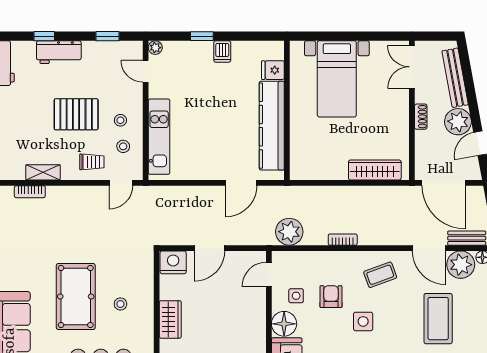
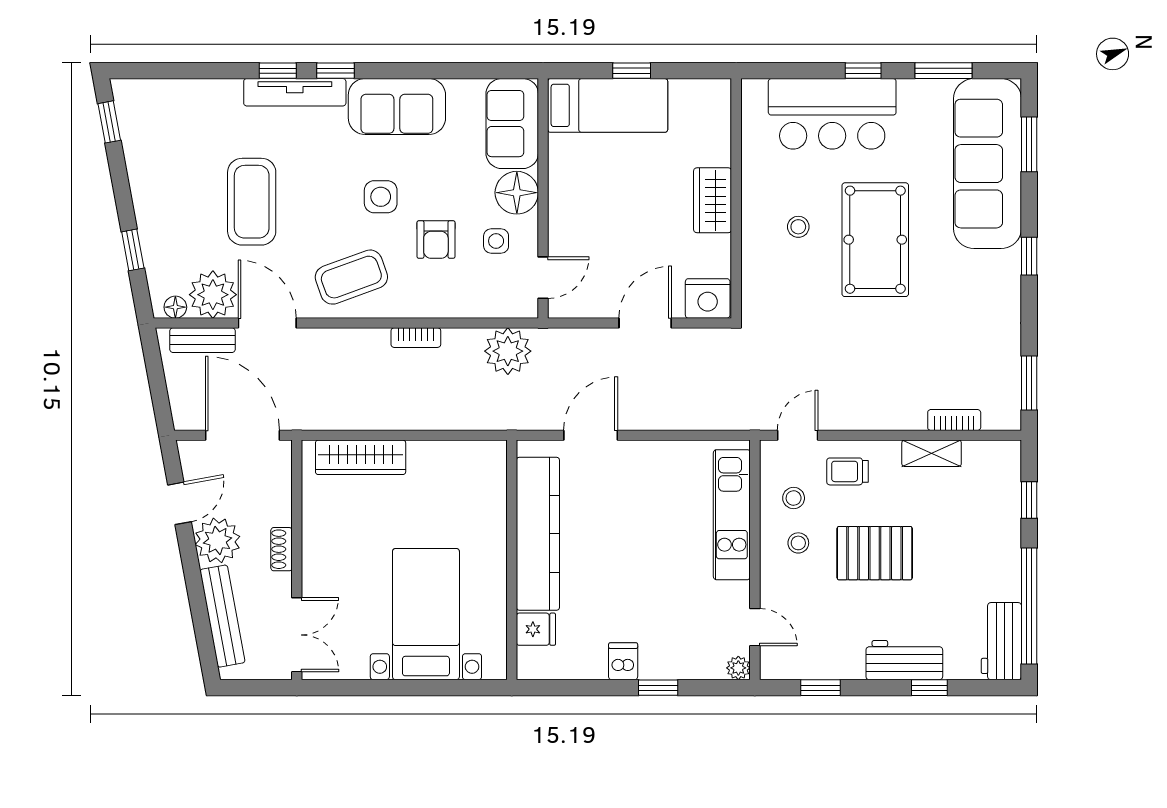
coffee table: (380, 275) -> (351, 277), width x1.36, depth x1.30

